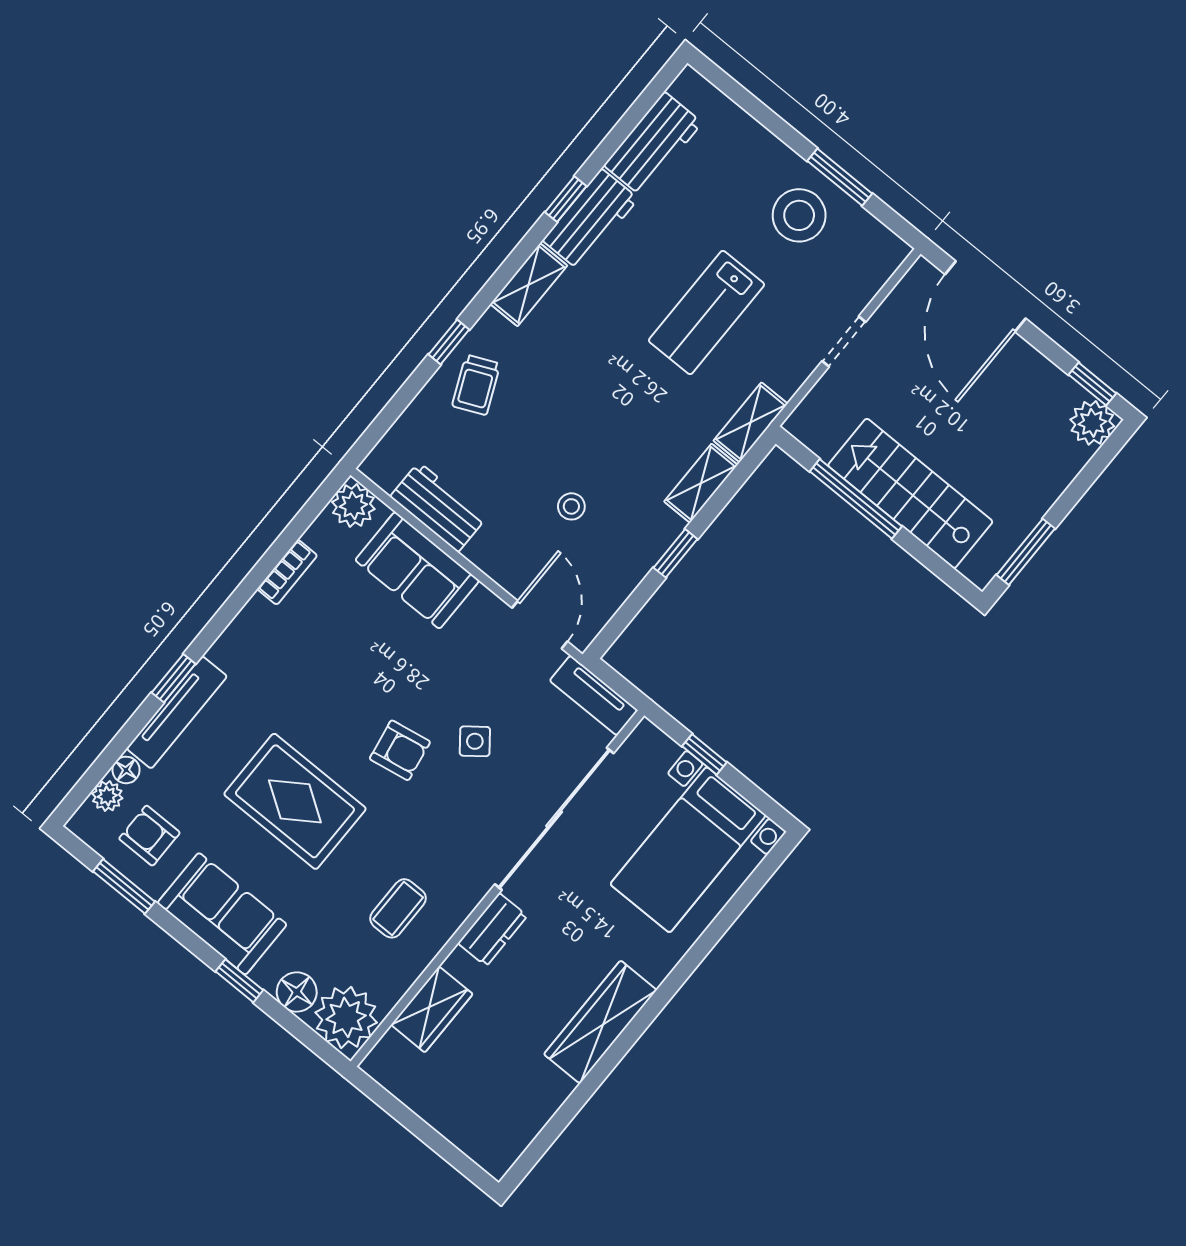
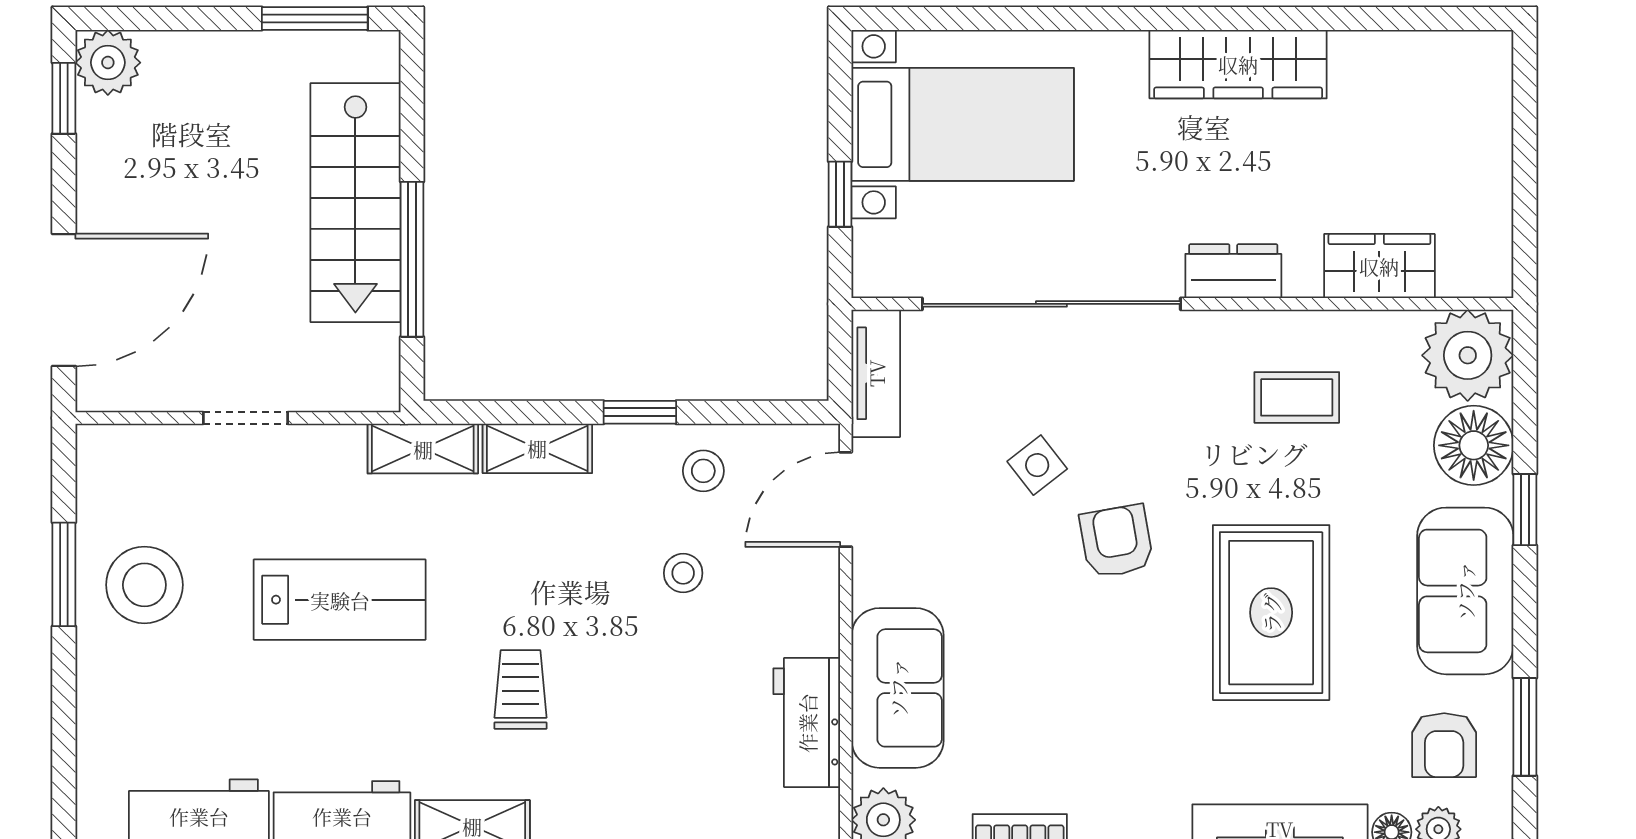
trolley: (476, 385) -> (521, 689), moved, turned -66
stool: (617, 562) -> (703, 471), added
floor lamp: (297, 992) -> (1474, 445), width x1.38, depth x1.38

